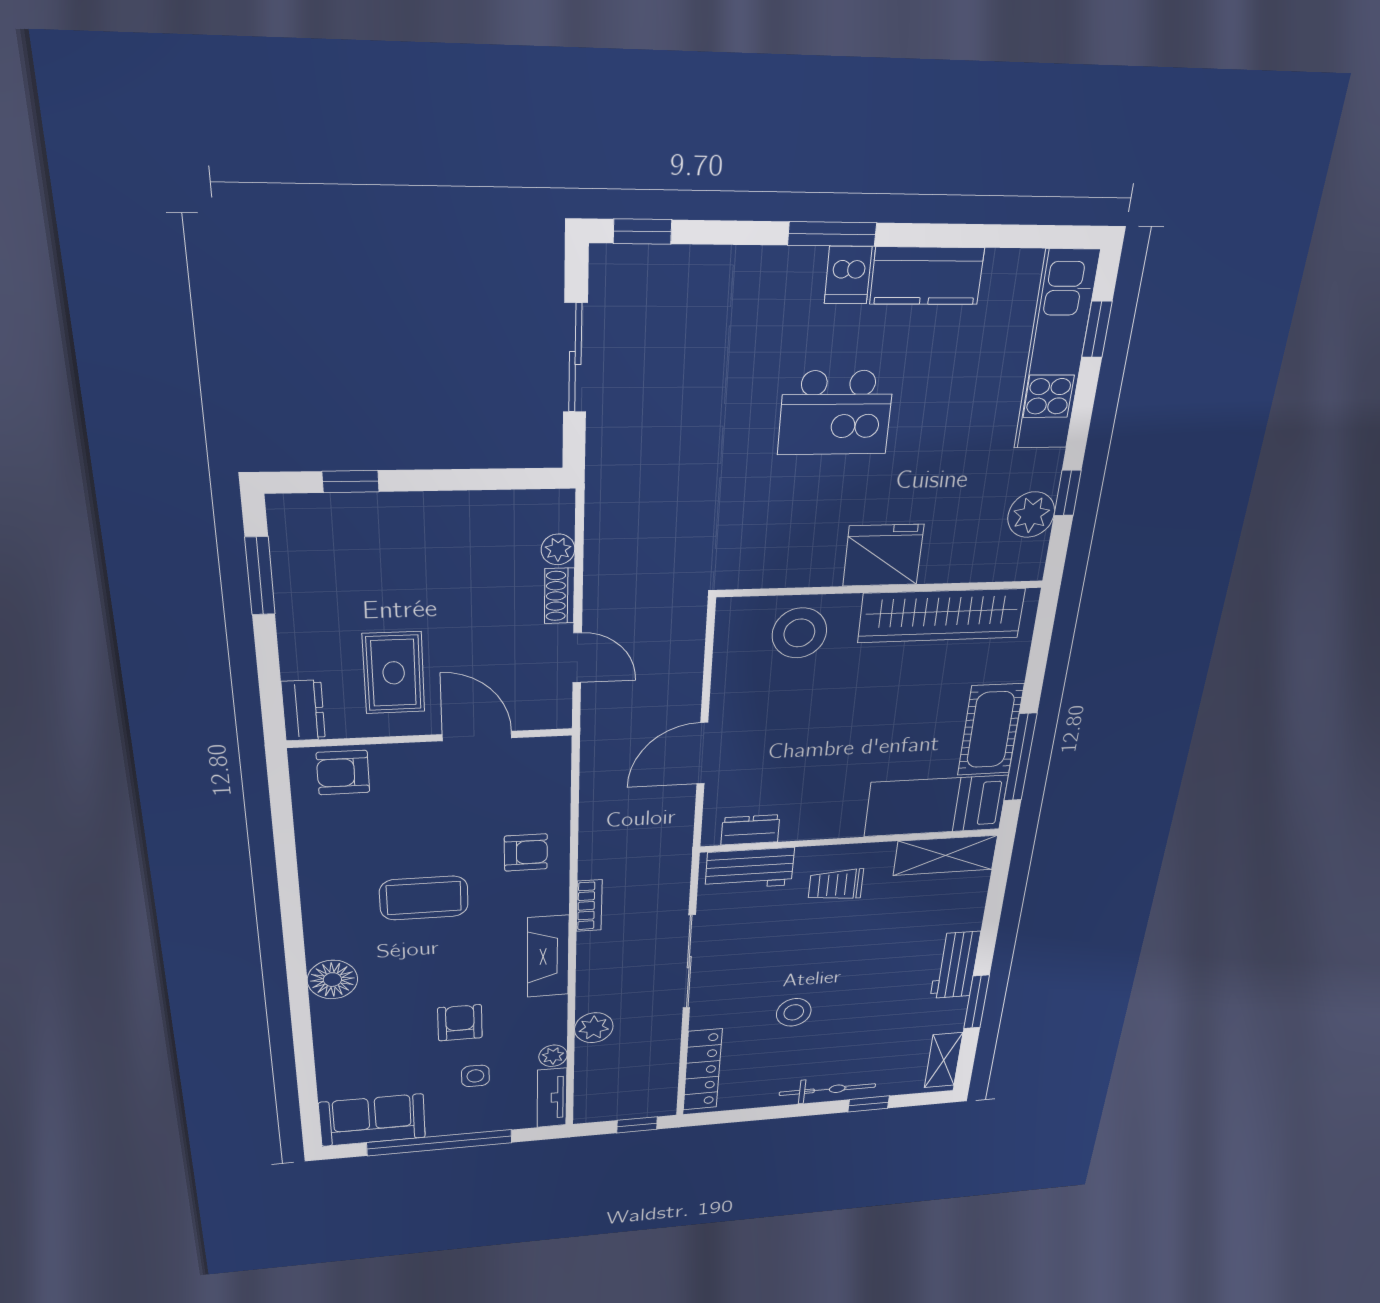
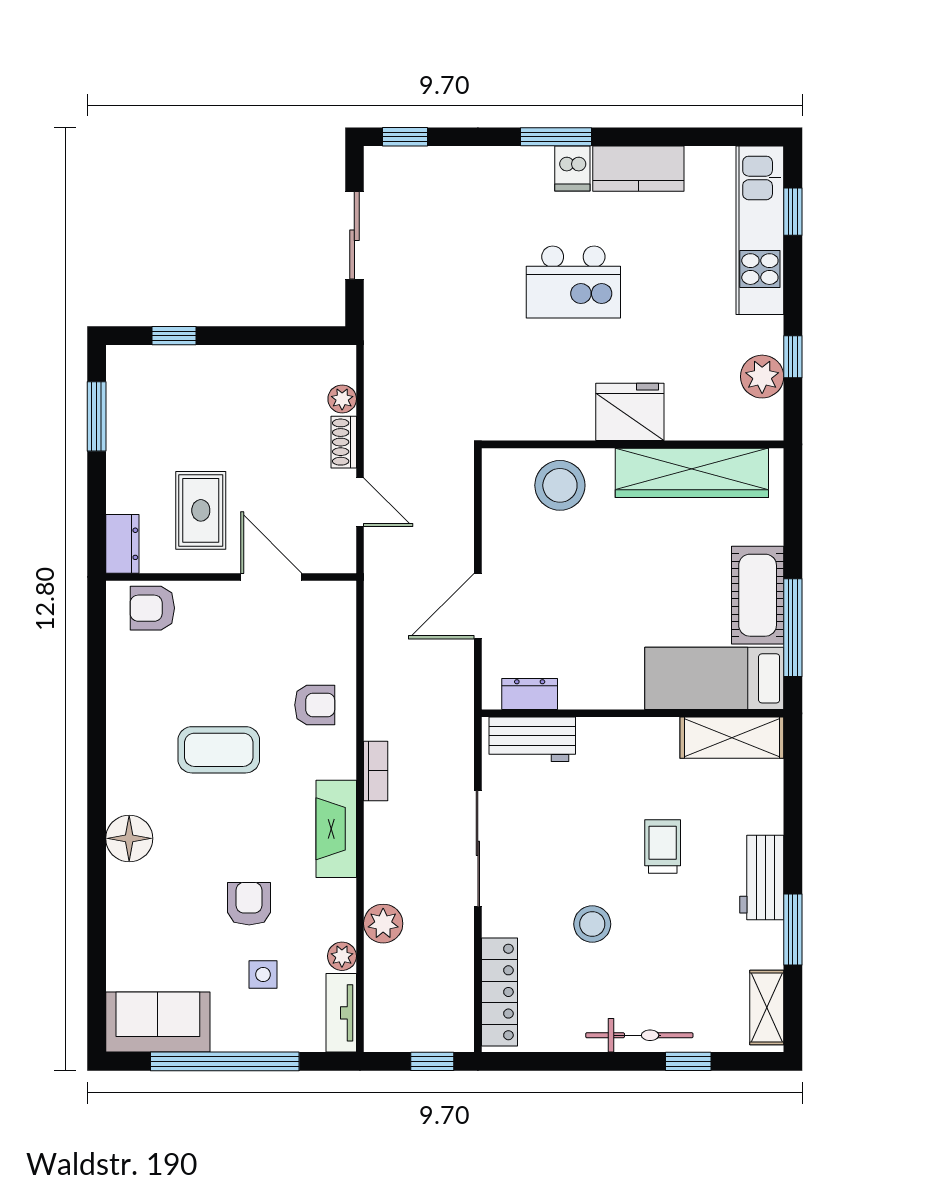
trolley: (836, 885) -> (663, 847), moved, turned 90

